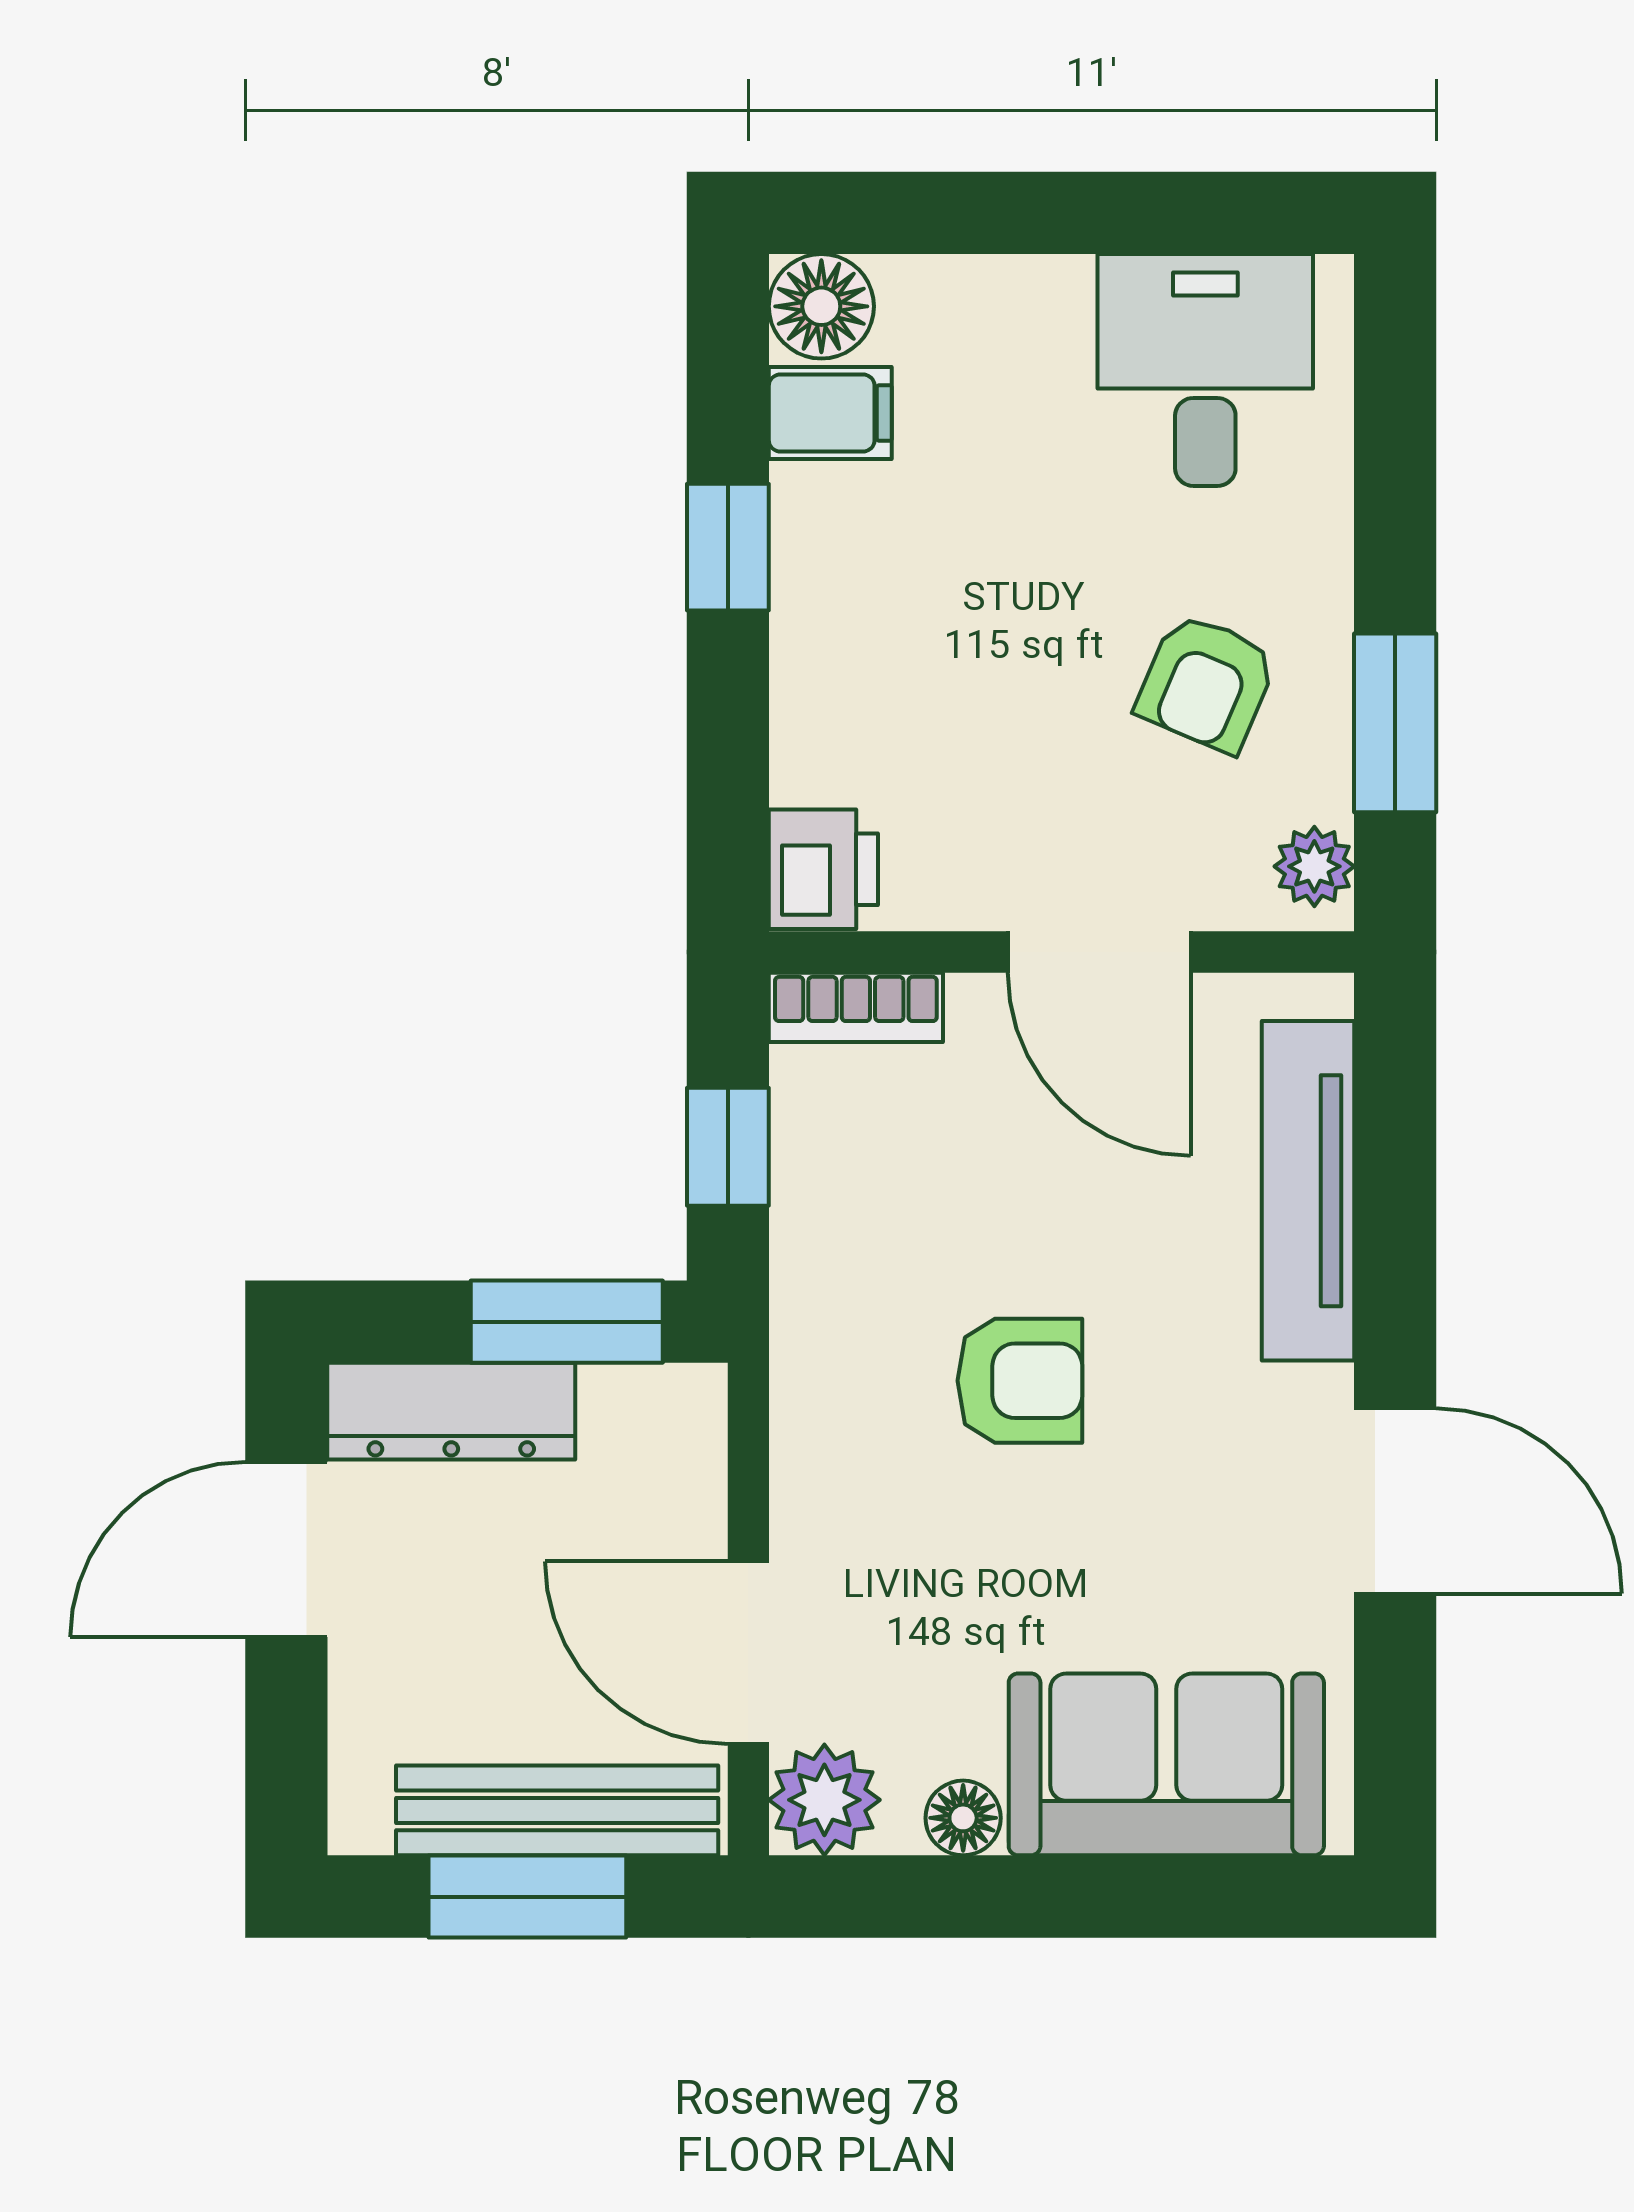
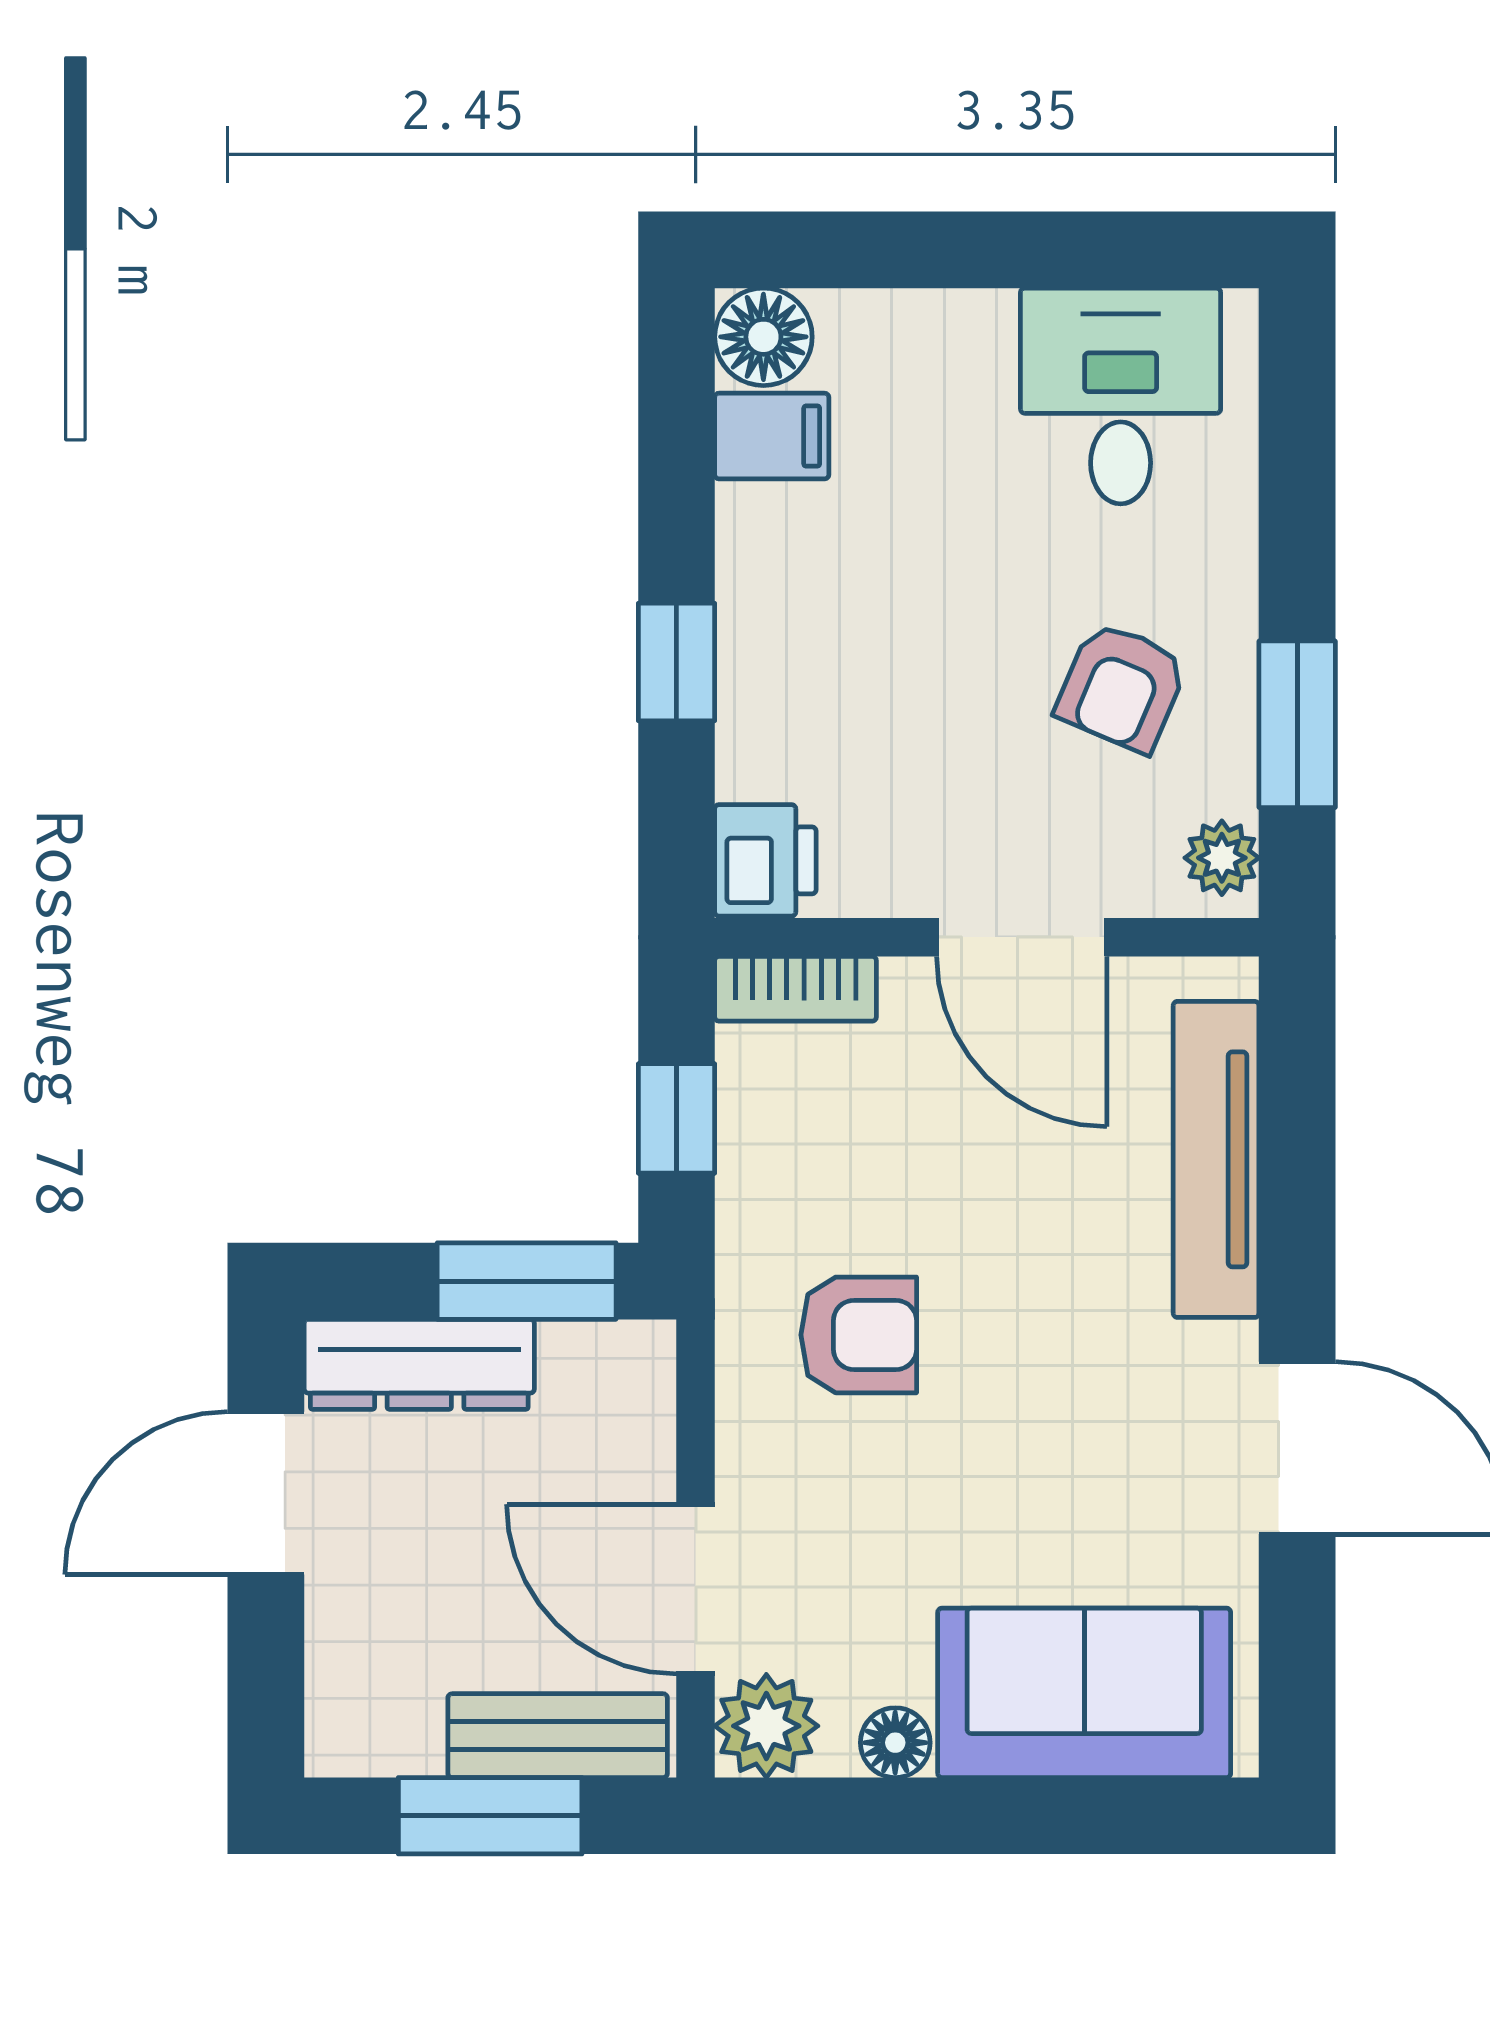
window: (728, 547) -> (676, 662), moved
armchair: (1020, 1381) -> (859, 1335), moved
bench: (557, 1810) -> (558, 1736), width x0.73

